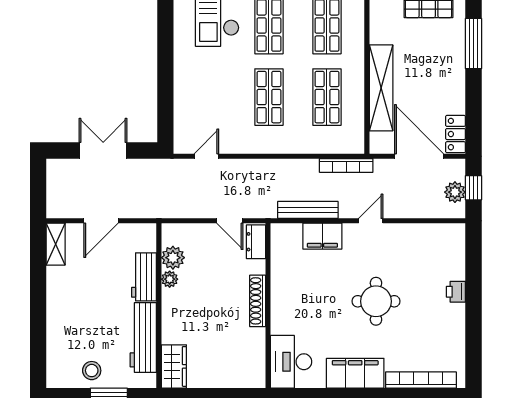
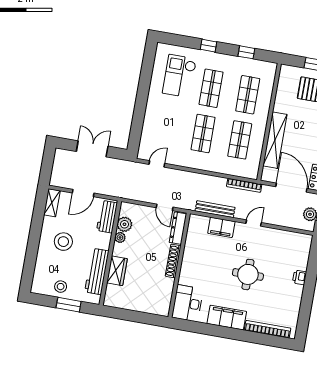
dresser: (256, 242) -> (178, 228), width x1.44
workbench: (144, 277) -> (107, 217), moved
stool: (84, 301) -> (63, 242), added
wardrobe: (174, 366) -> (117, 271), moved

